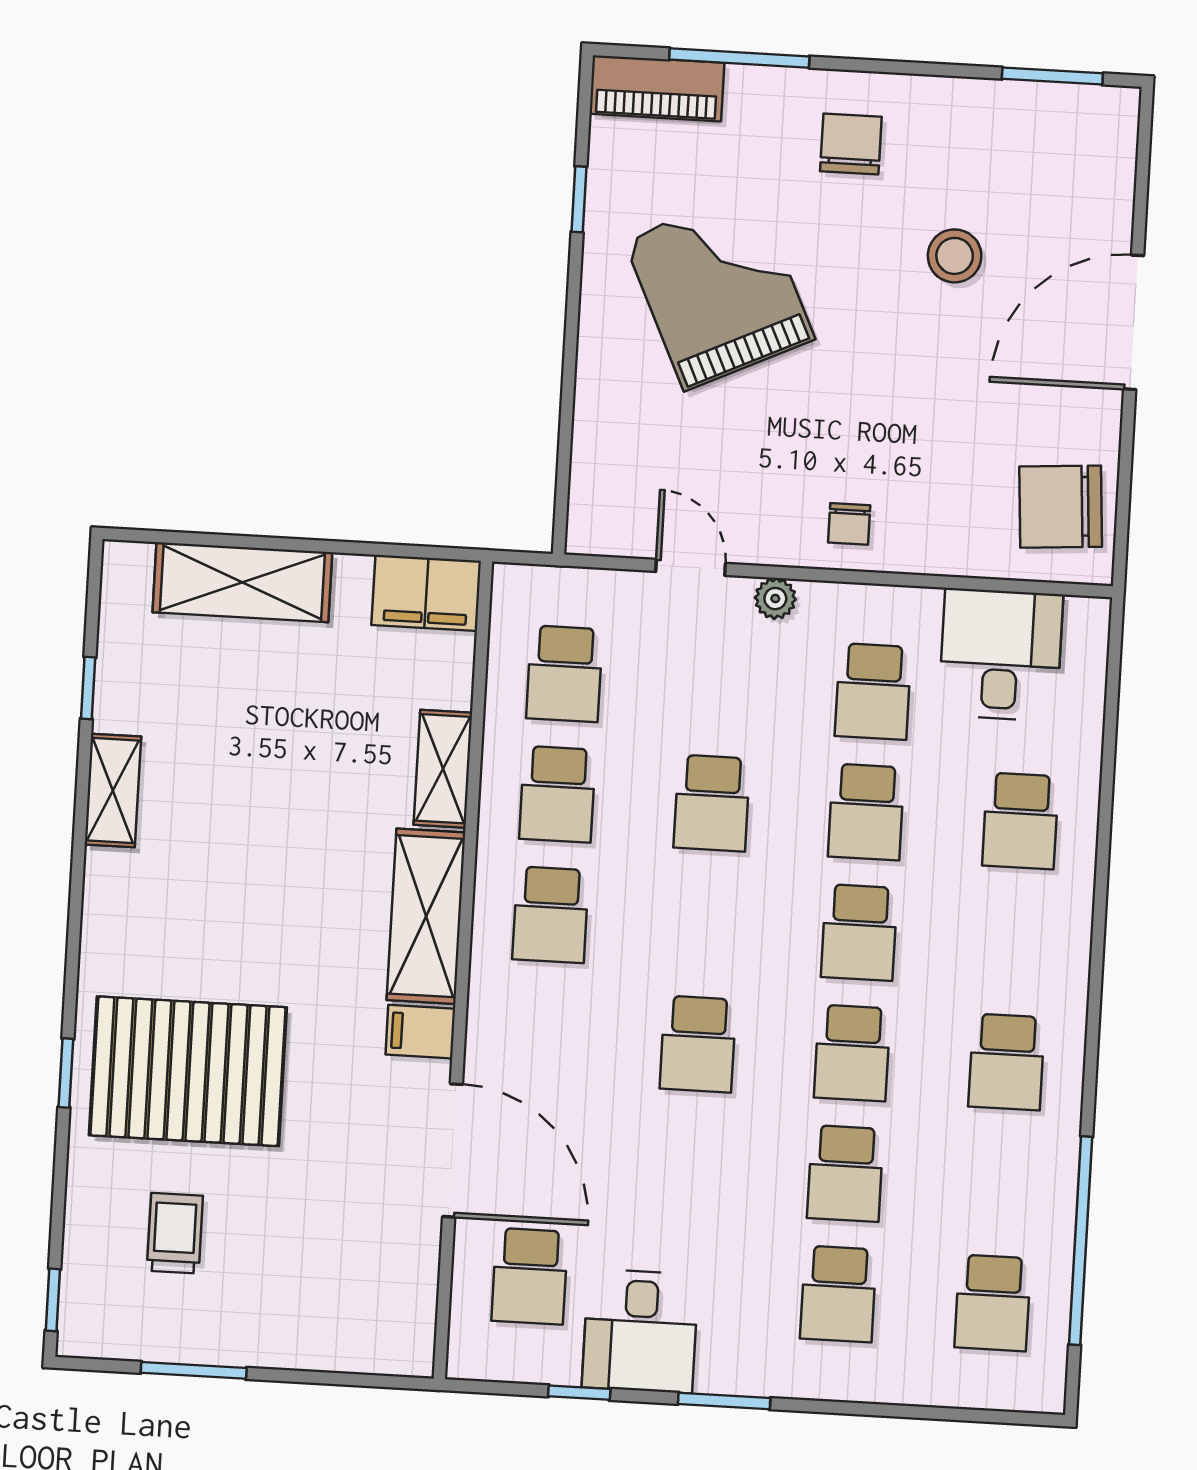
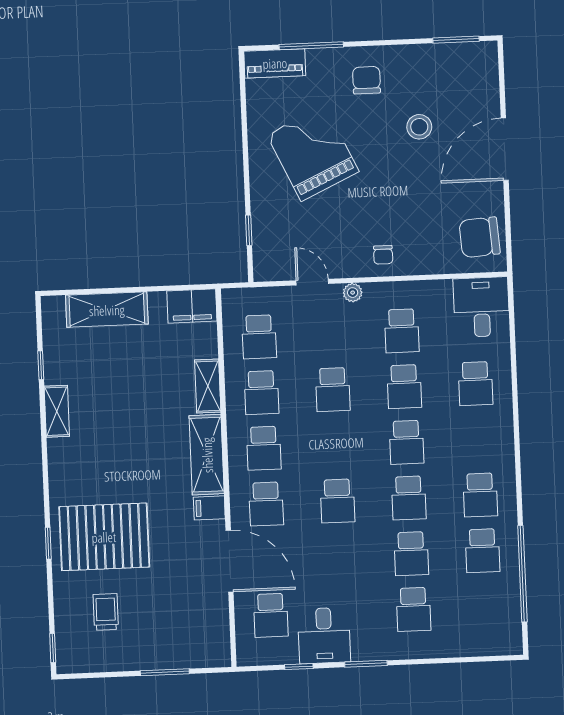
window: (579, 199) -> (249, 230), moved
desk: (1001, 655) -> (481, 307), moved
school desk: (544, 1035) -> (266, 504), added
school desk: (993, 1303) -> (483, 551), moved
window: (194, 1370) -> (165, 672), moved

